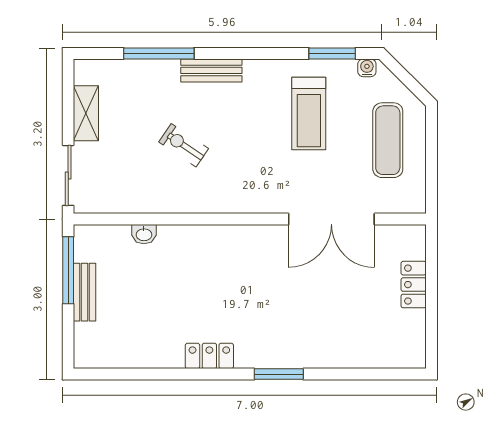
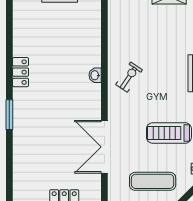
exercise bike: (184, 145) -> (129, 77), moved
washbasin: (144, 234) -> (95, 75), moved

